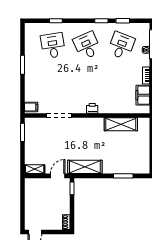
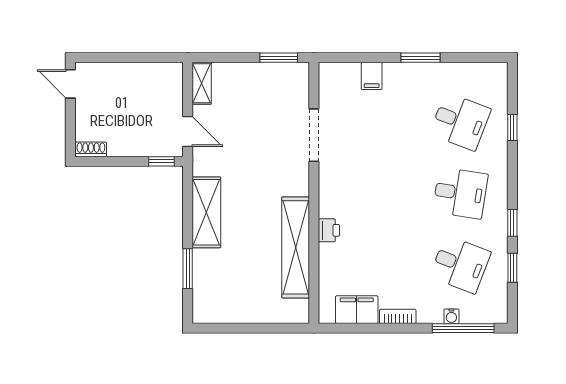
desk: (53, 46) -> (460, 121), turned 30
desk: (87, 46) -> (460, 193), turned 33
filing cabinet: (31, 107) -> (372, 76), moved
printer: (92, 108) -> (329, 230), moved
shelving: (121, 124) -> (296, 247), width x1.47
shelving: (85, 167) -> (206, 212), moved

